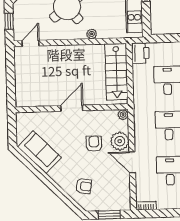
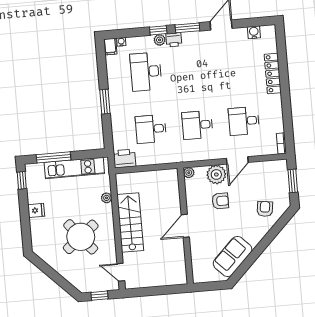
plant: (92, 34) -> (106, 198), moved
stairs: (116, 72) -> (130, 222), moved, turned -90
door: (72, 108) -> (185, 226), hinge flipped
armchair: (94, 144) -> (220, 201), turned 180

